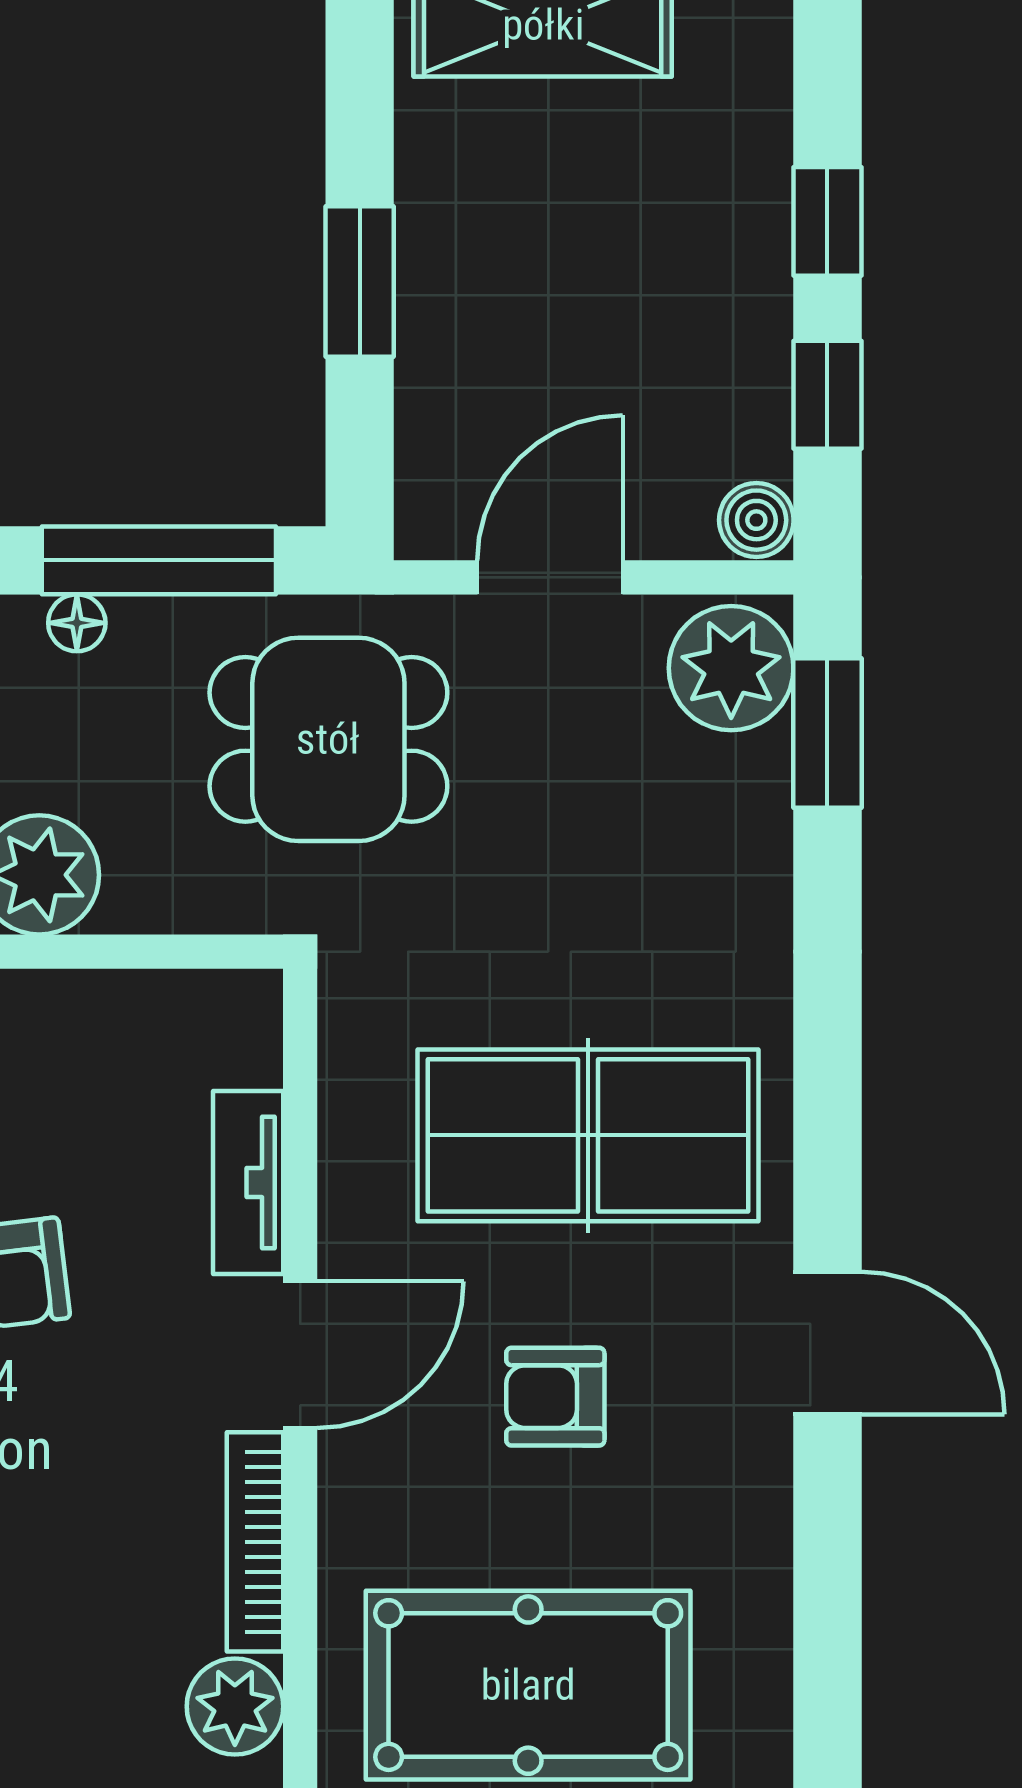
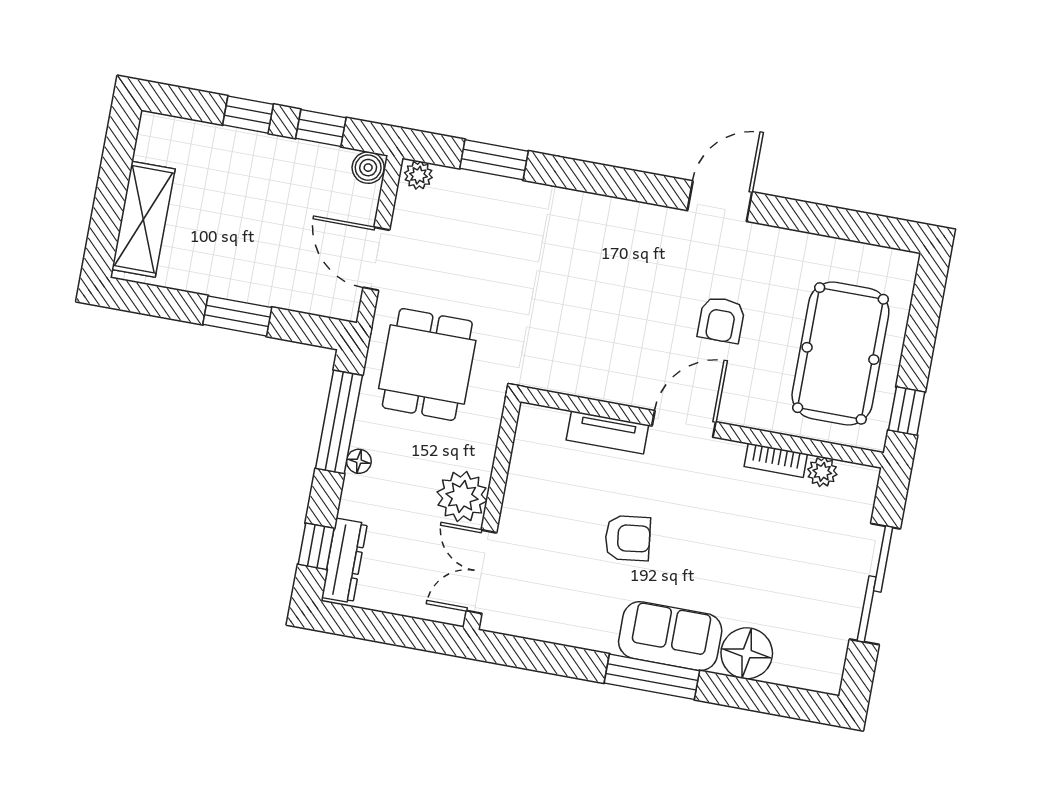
plant: (731, 668) -> (418, 175), width x0.53, depth x0.53
window: (827, 733) -> (494, 160), moved
table tennis table: (588, 1135) -> (614, 286), removed
door: (300, 1355) -> (684, 424), hinge flipped
bookcase: (255, 1542) -> (776, 460), width x0.64
plant: (235, 1706) -> (822, 472), width x0.73, depth x0.73

